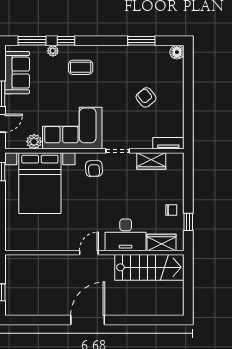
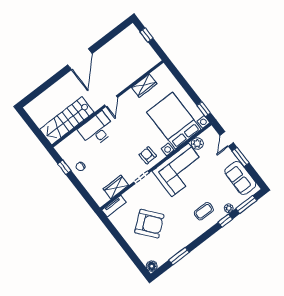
armchair: (146, 97) -> (149, 224), width x1.88, depth x1.88
wardrobe: (162, 242) -> (144, 86), moved

